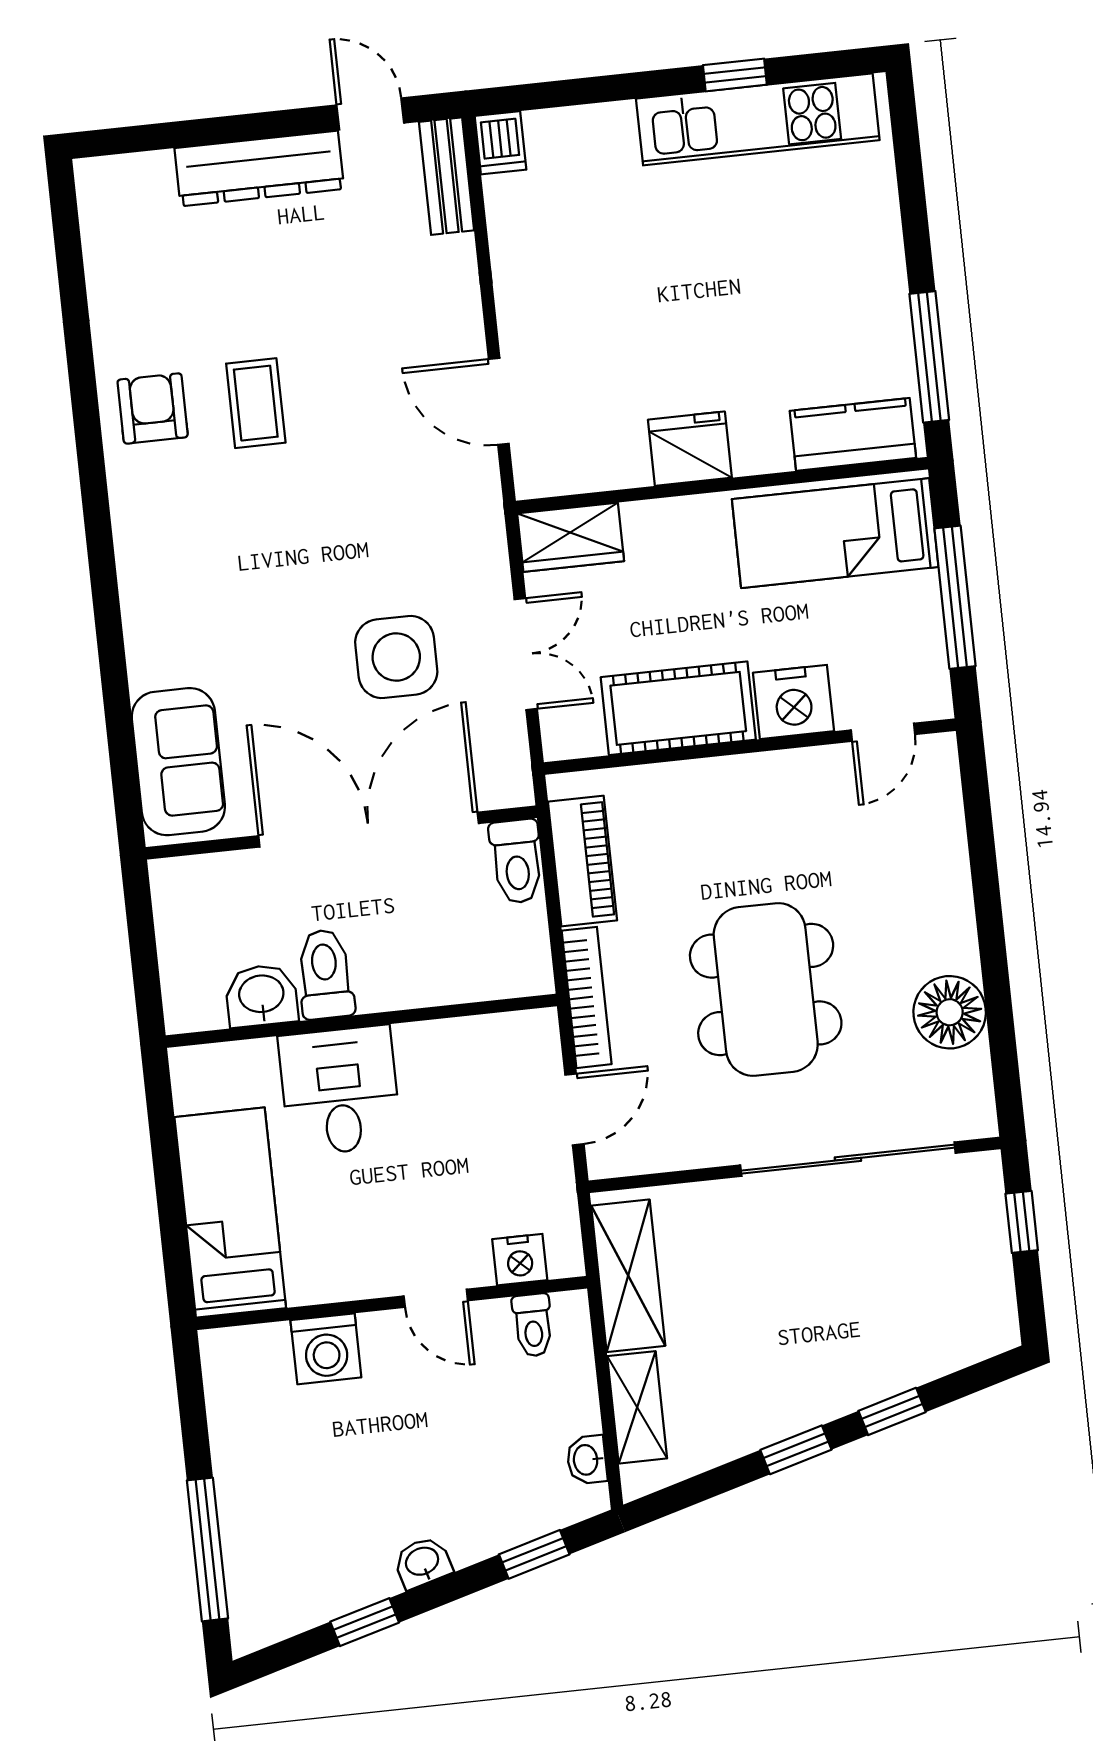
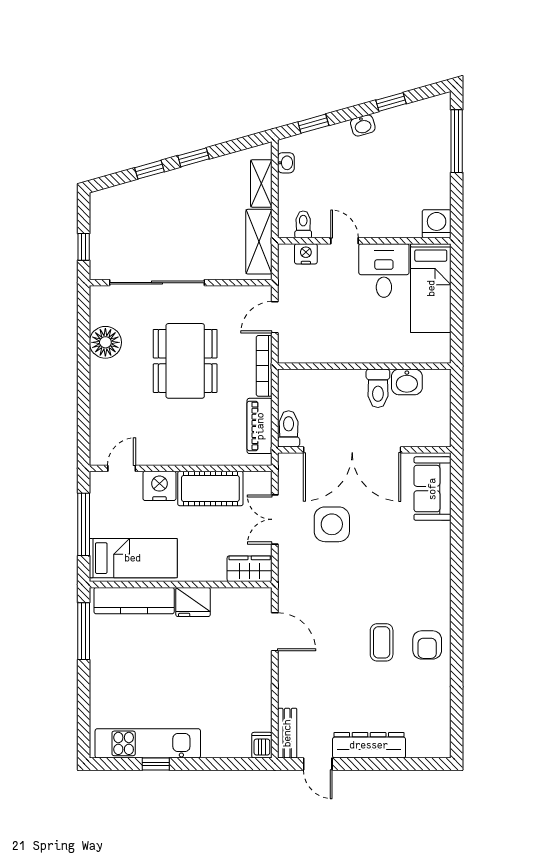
kitchen counter: (853, 434) -> (134, 601), width x1.50
desk: (340, 1091) -> (384, 270), moved, turned 180
washing machine: (326, 1349) -> (437, 224), moved

